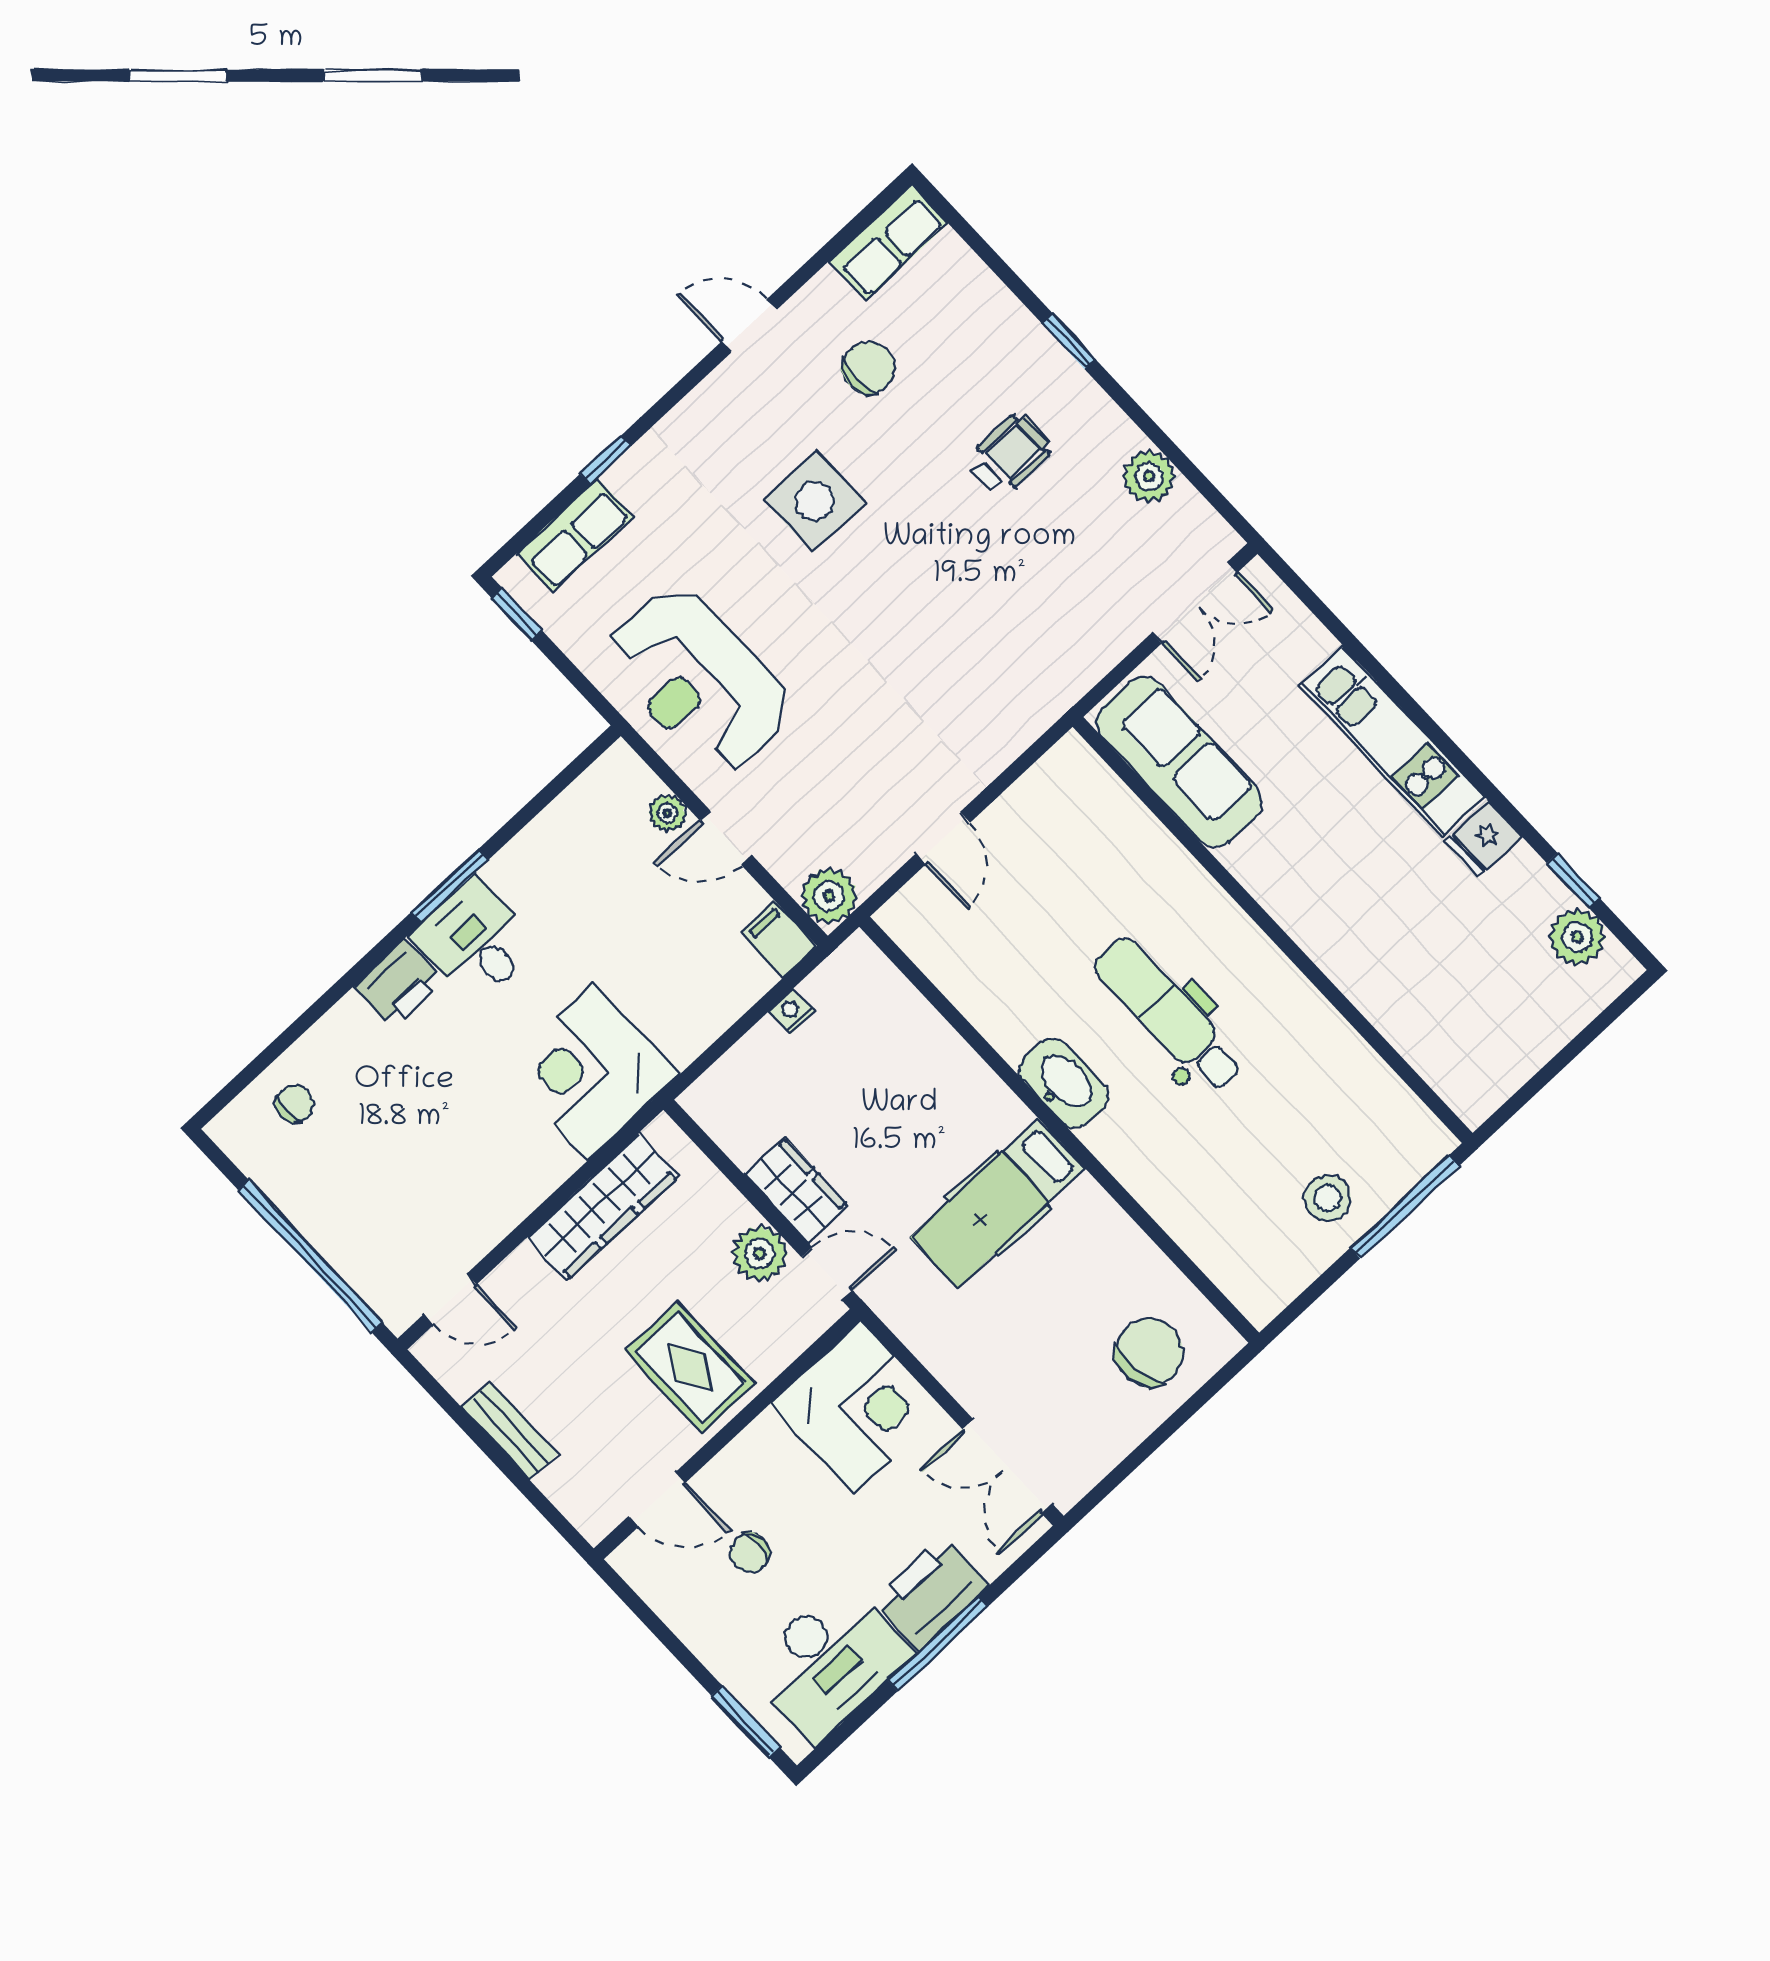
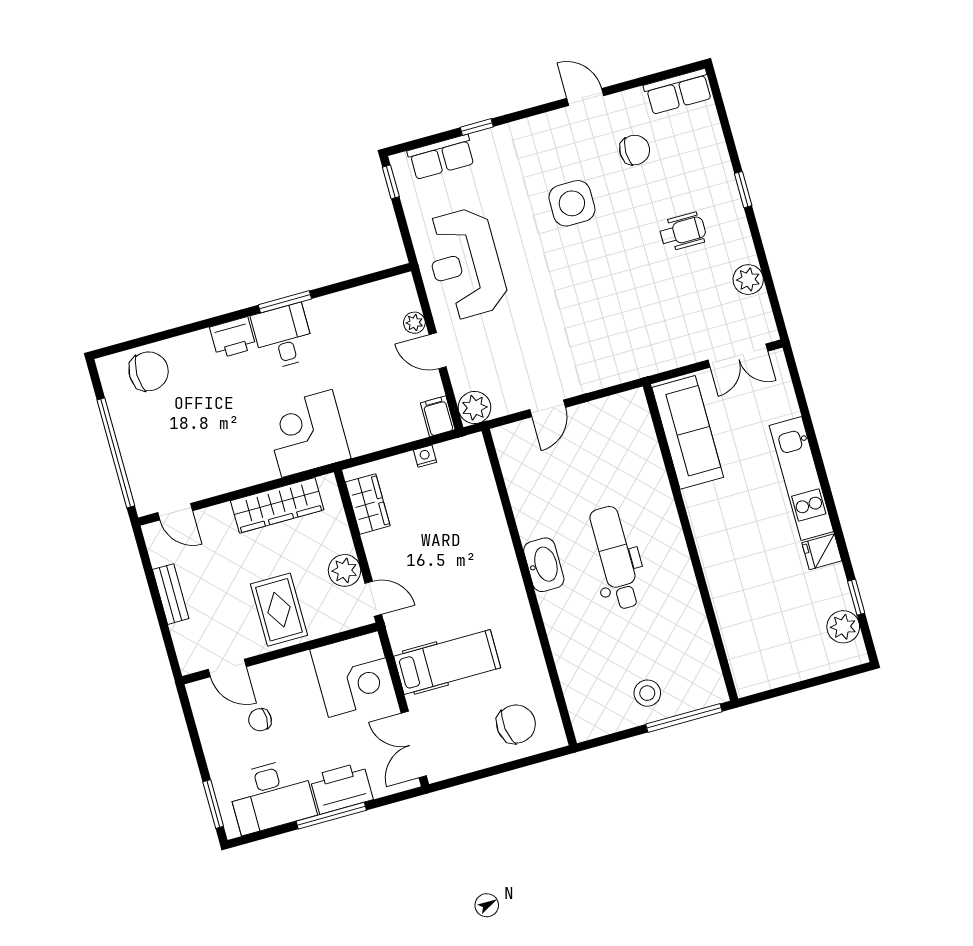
chair: (295, 1104) -> (149, 371), width x1.87, depth x1.87
wardrobe: (796, 1190) -> (368, 504), moved
hospital bed: (998, 1203) -> (447, 662), moved, turned 180

